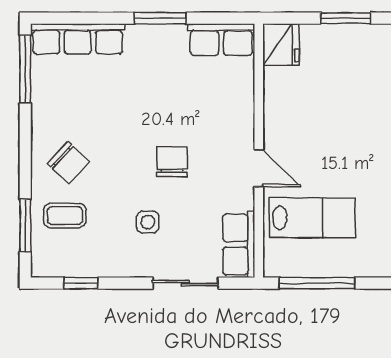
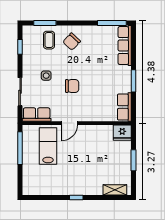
lab bench: (312, 218) -> (48, 146), turned 180

